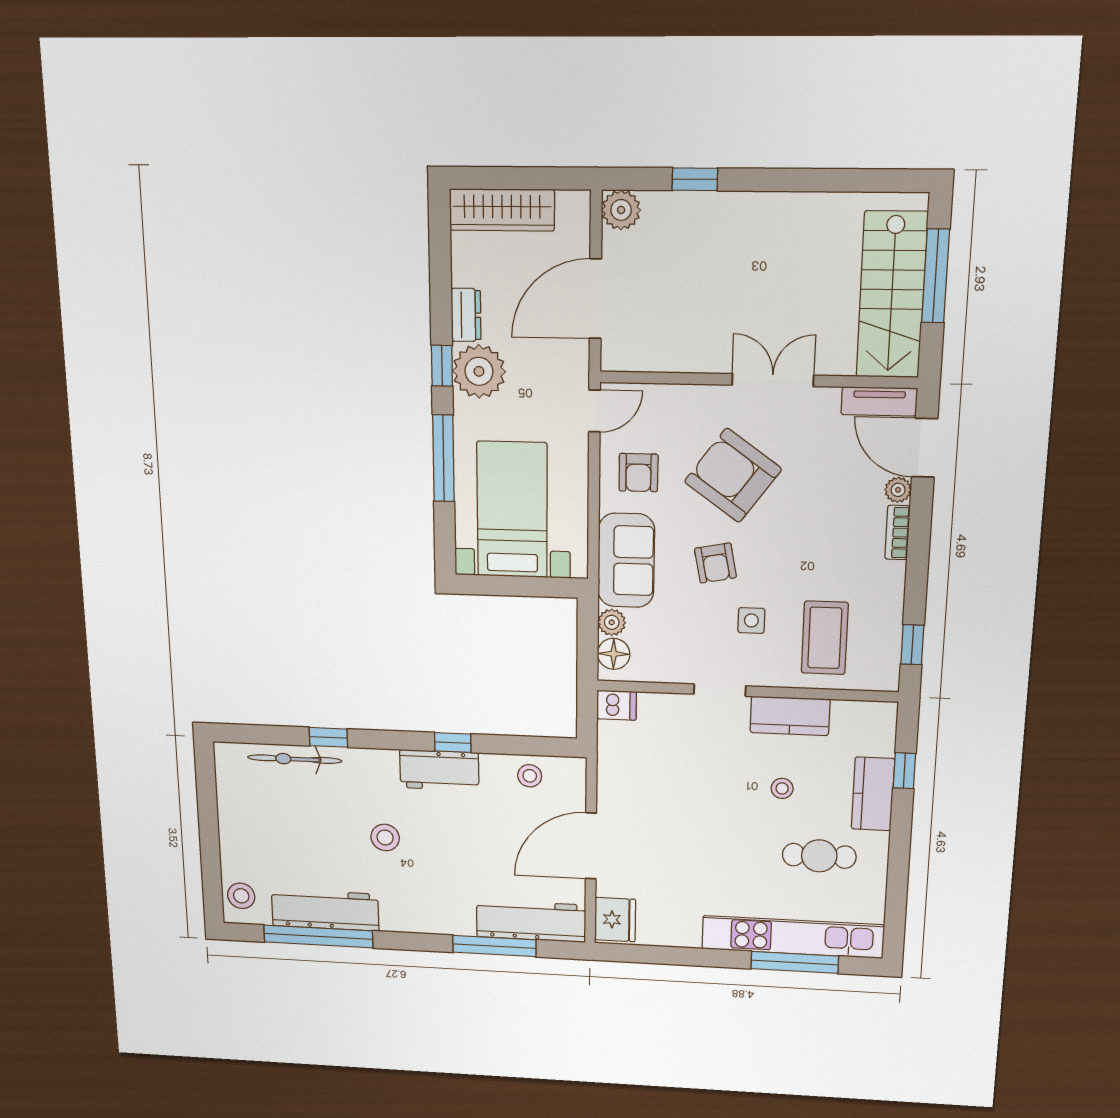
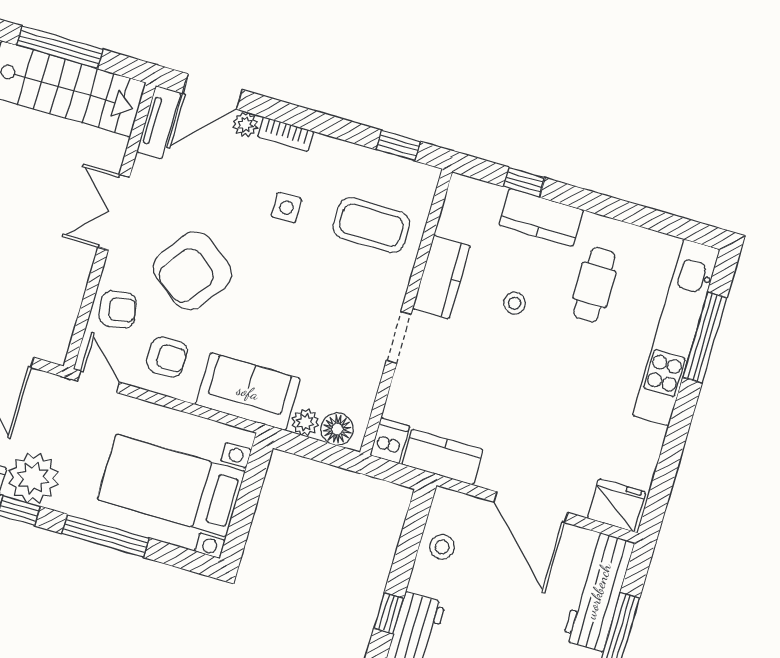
armchair: (715, 563) -> (118, 310), moved
side table: (751, 620) -> (286, 208), moved
kitchen counter: (615, 757) -> (442, 457), added

